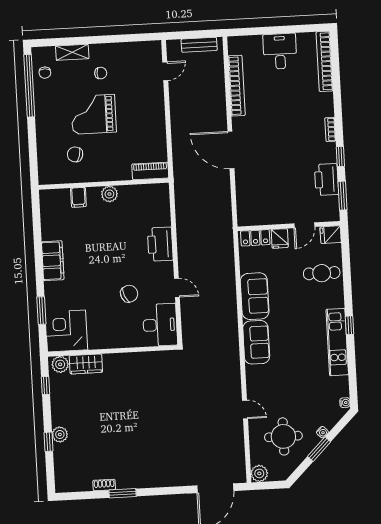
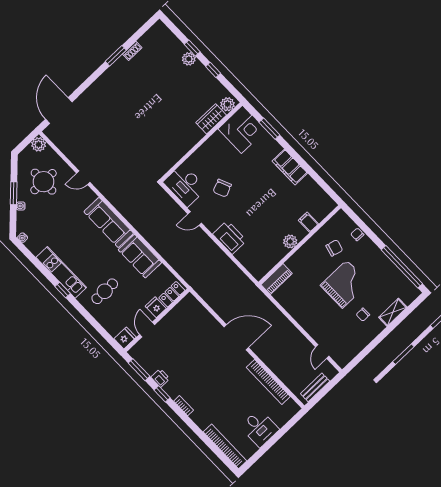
chair: (45, 73) -> (357, 234), moved
printer: (326, 180) -> (160, 378), width x0.53, depth x0.68
cafe table: (322, 273) -> (105, 291), moved
sofa: (256, 342) -> (109, 222), width x1.36
window: (45, 386) -> (213, 70), moved

